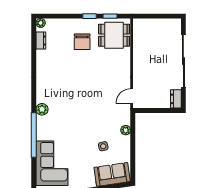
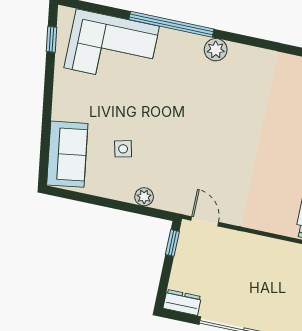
window: (146, 110) -> (172, 243), added

